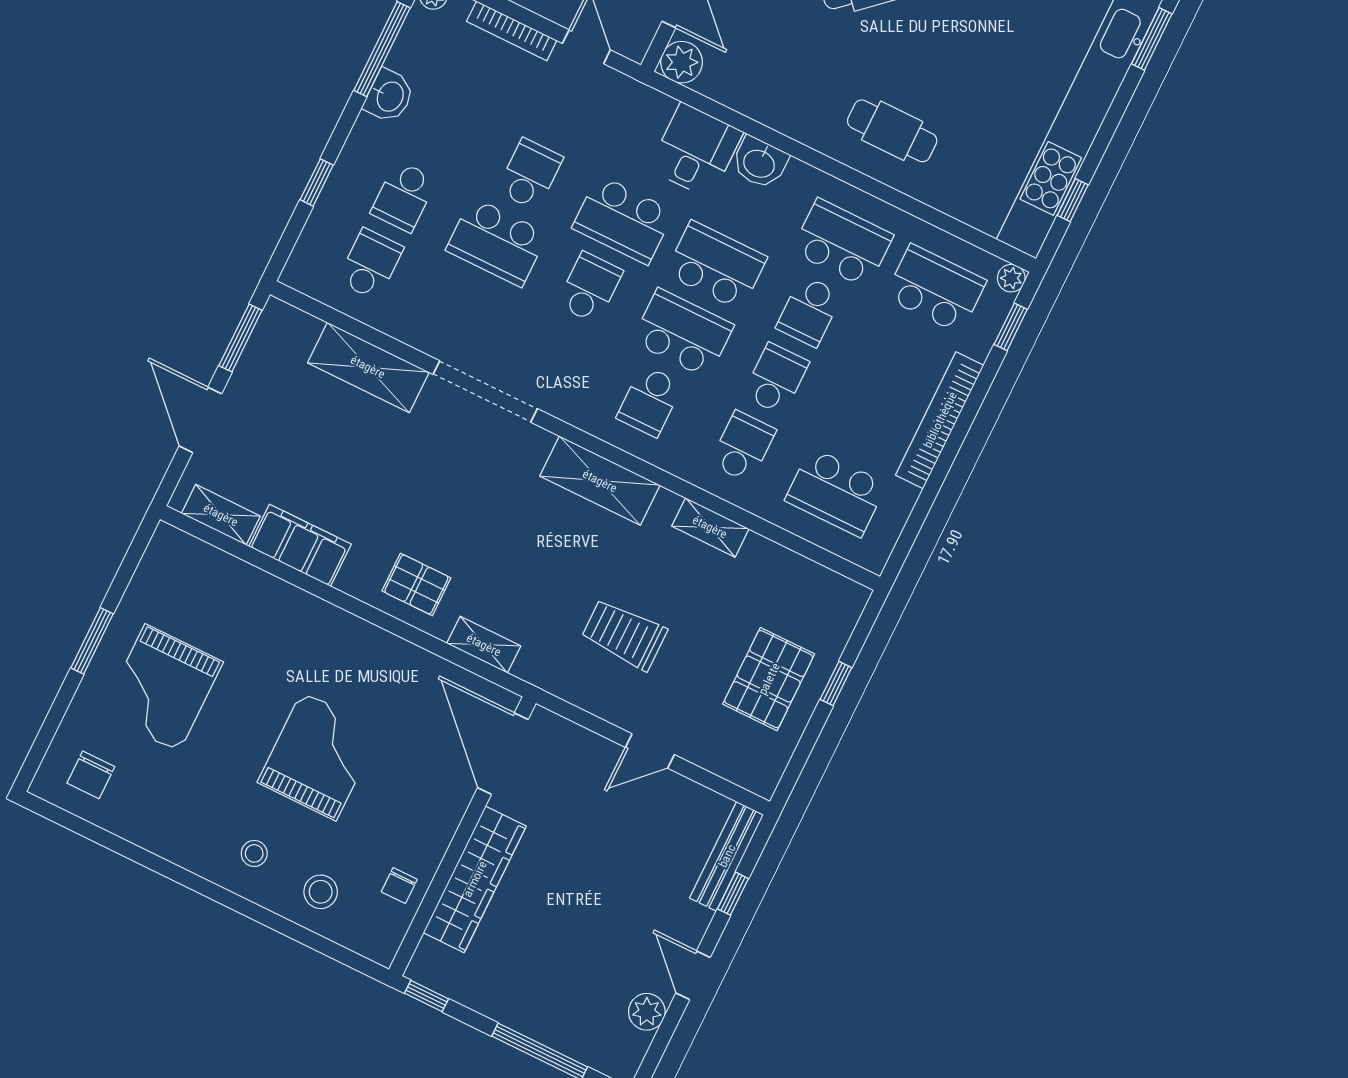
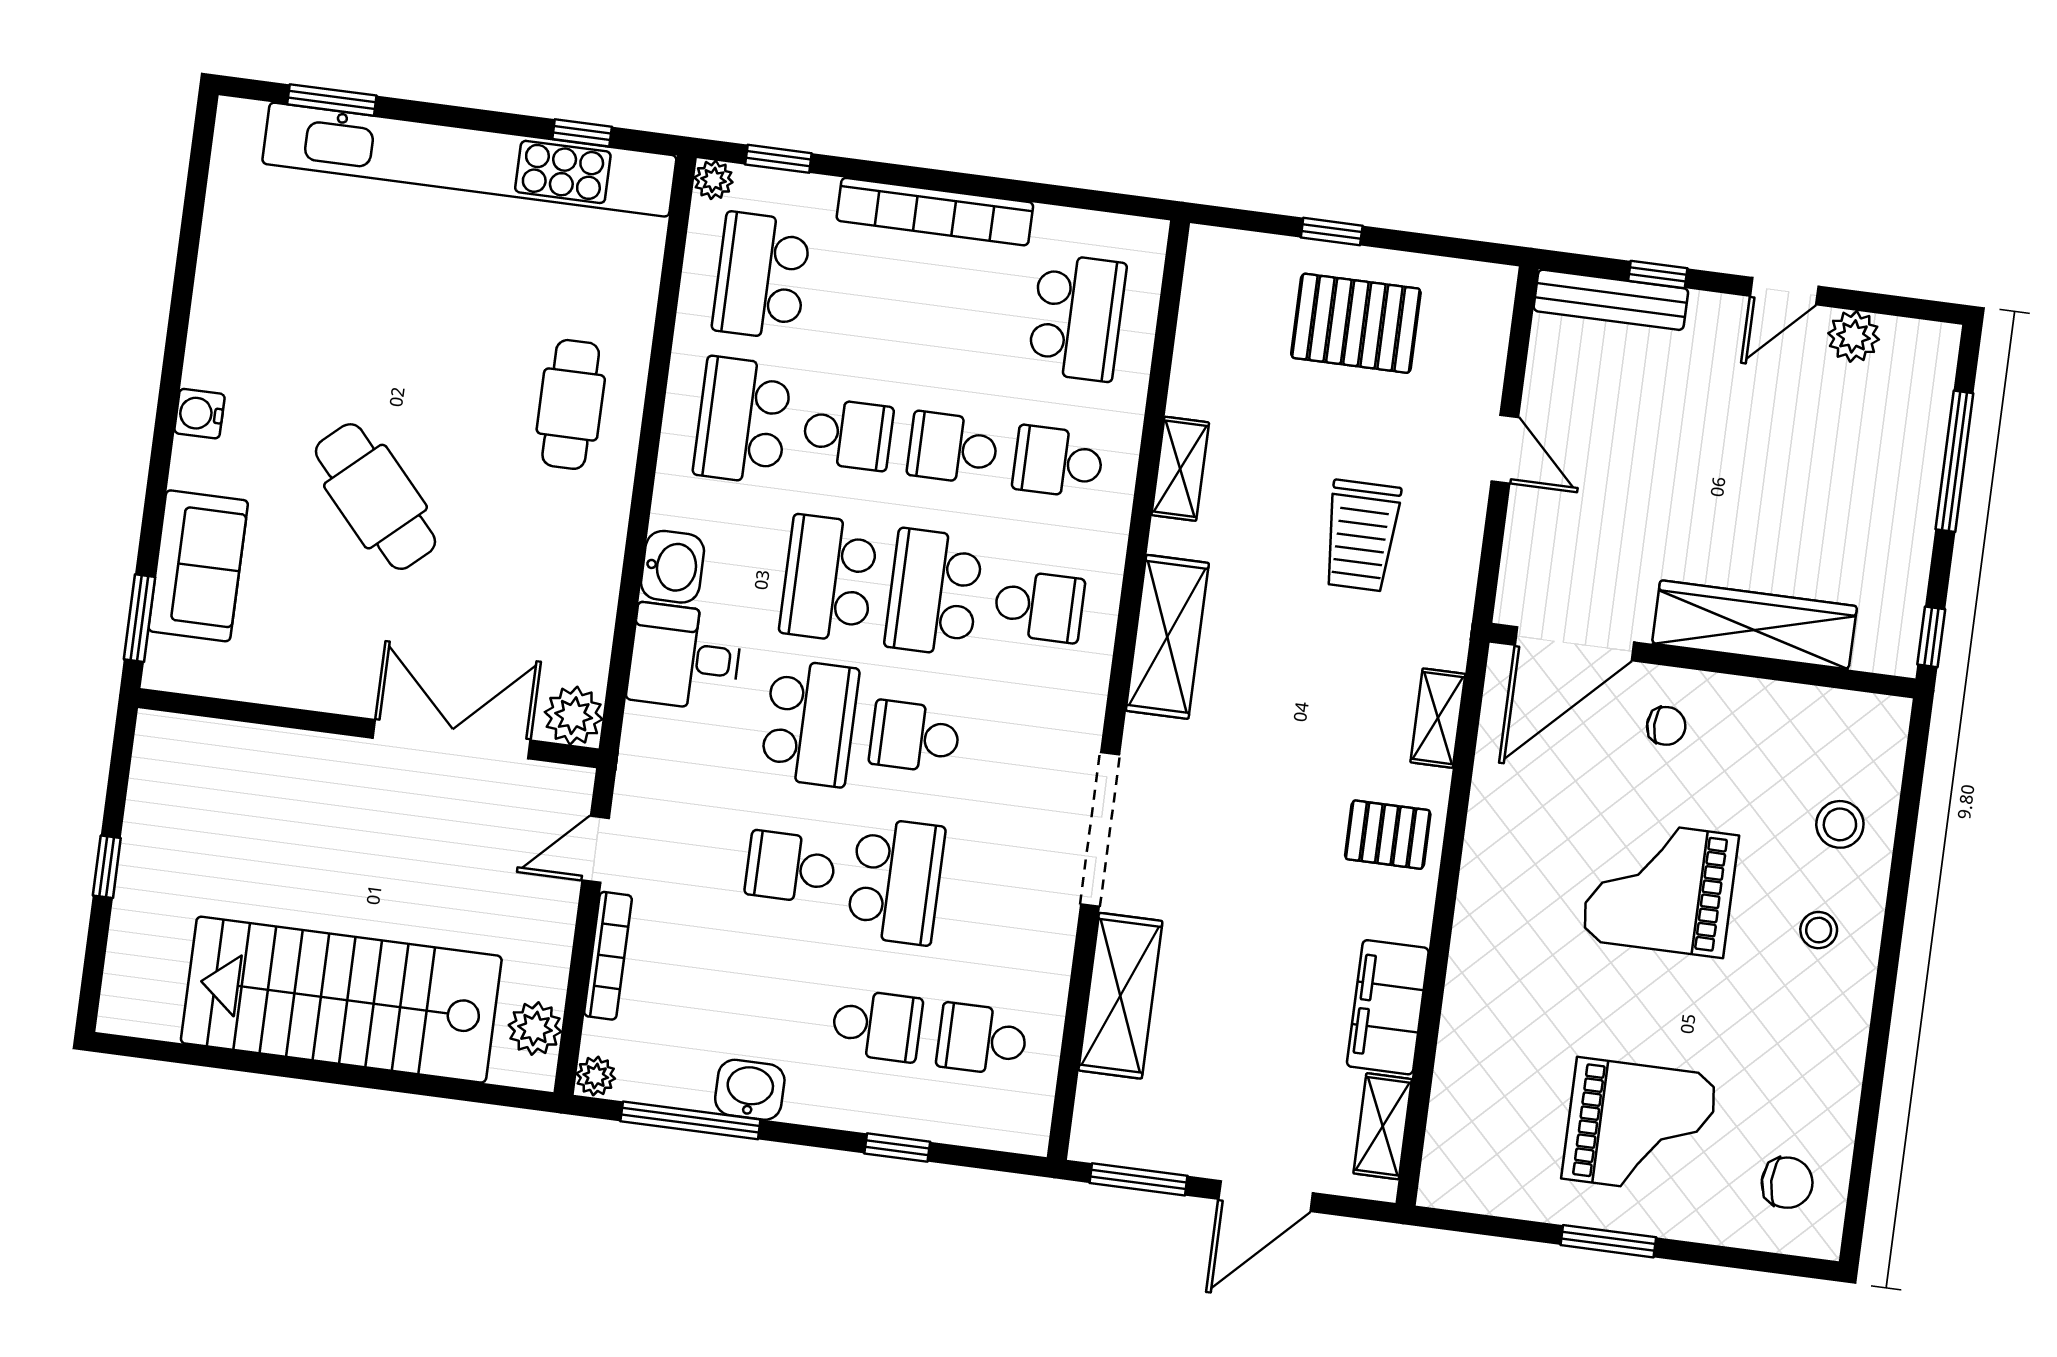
pallet: (416, 584) -> (1388, 835), turned 90
chair: (399, 886) -> (1666, 726), moved

